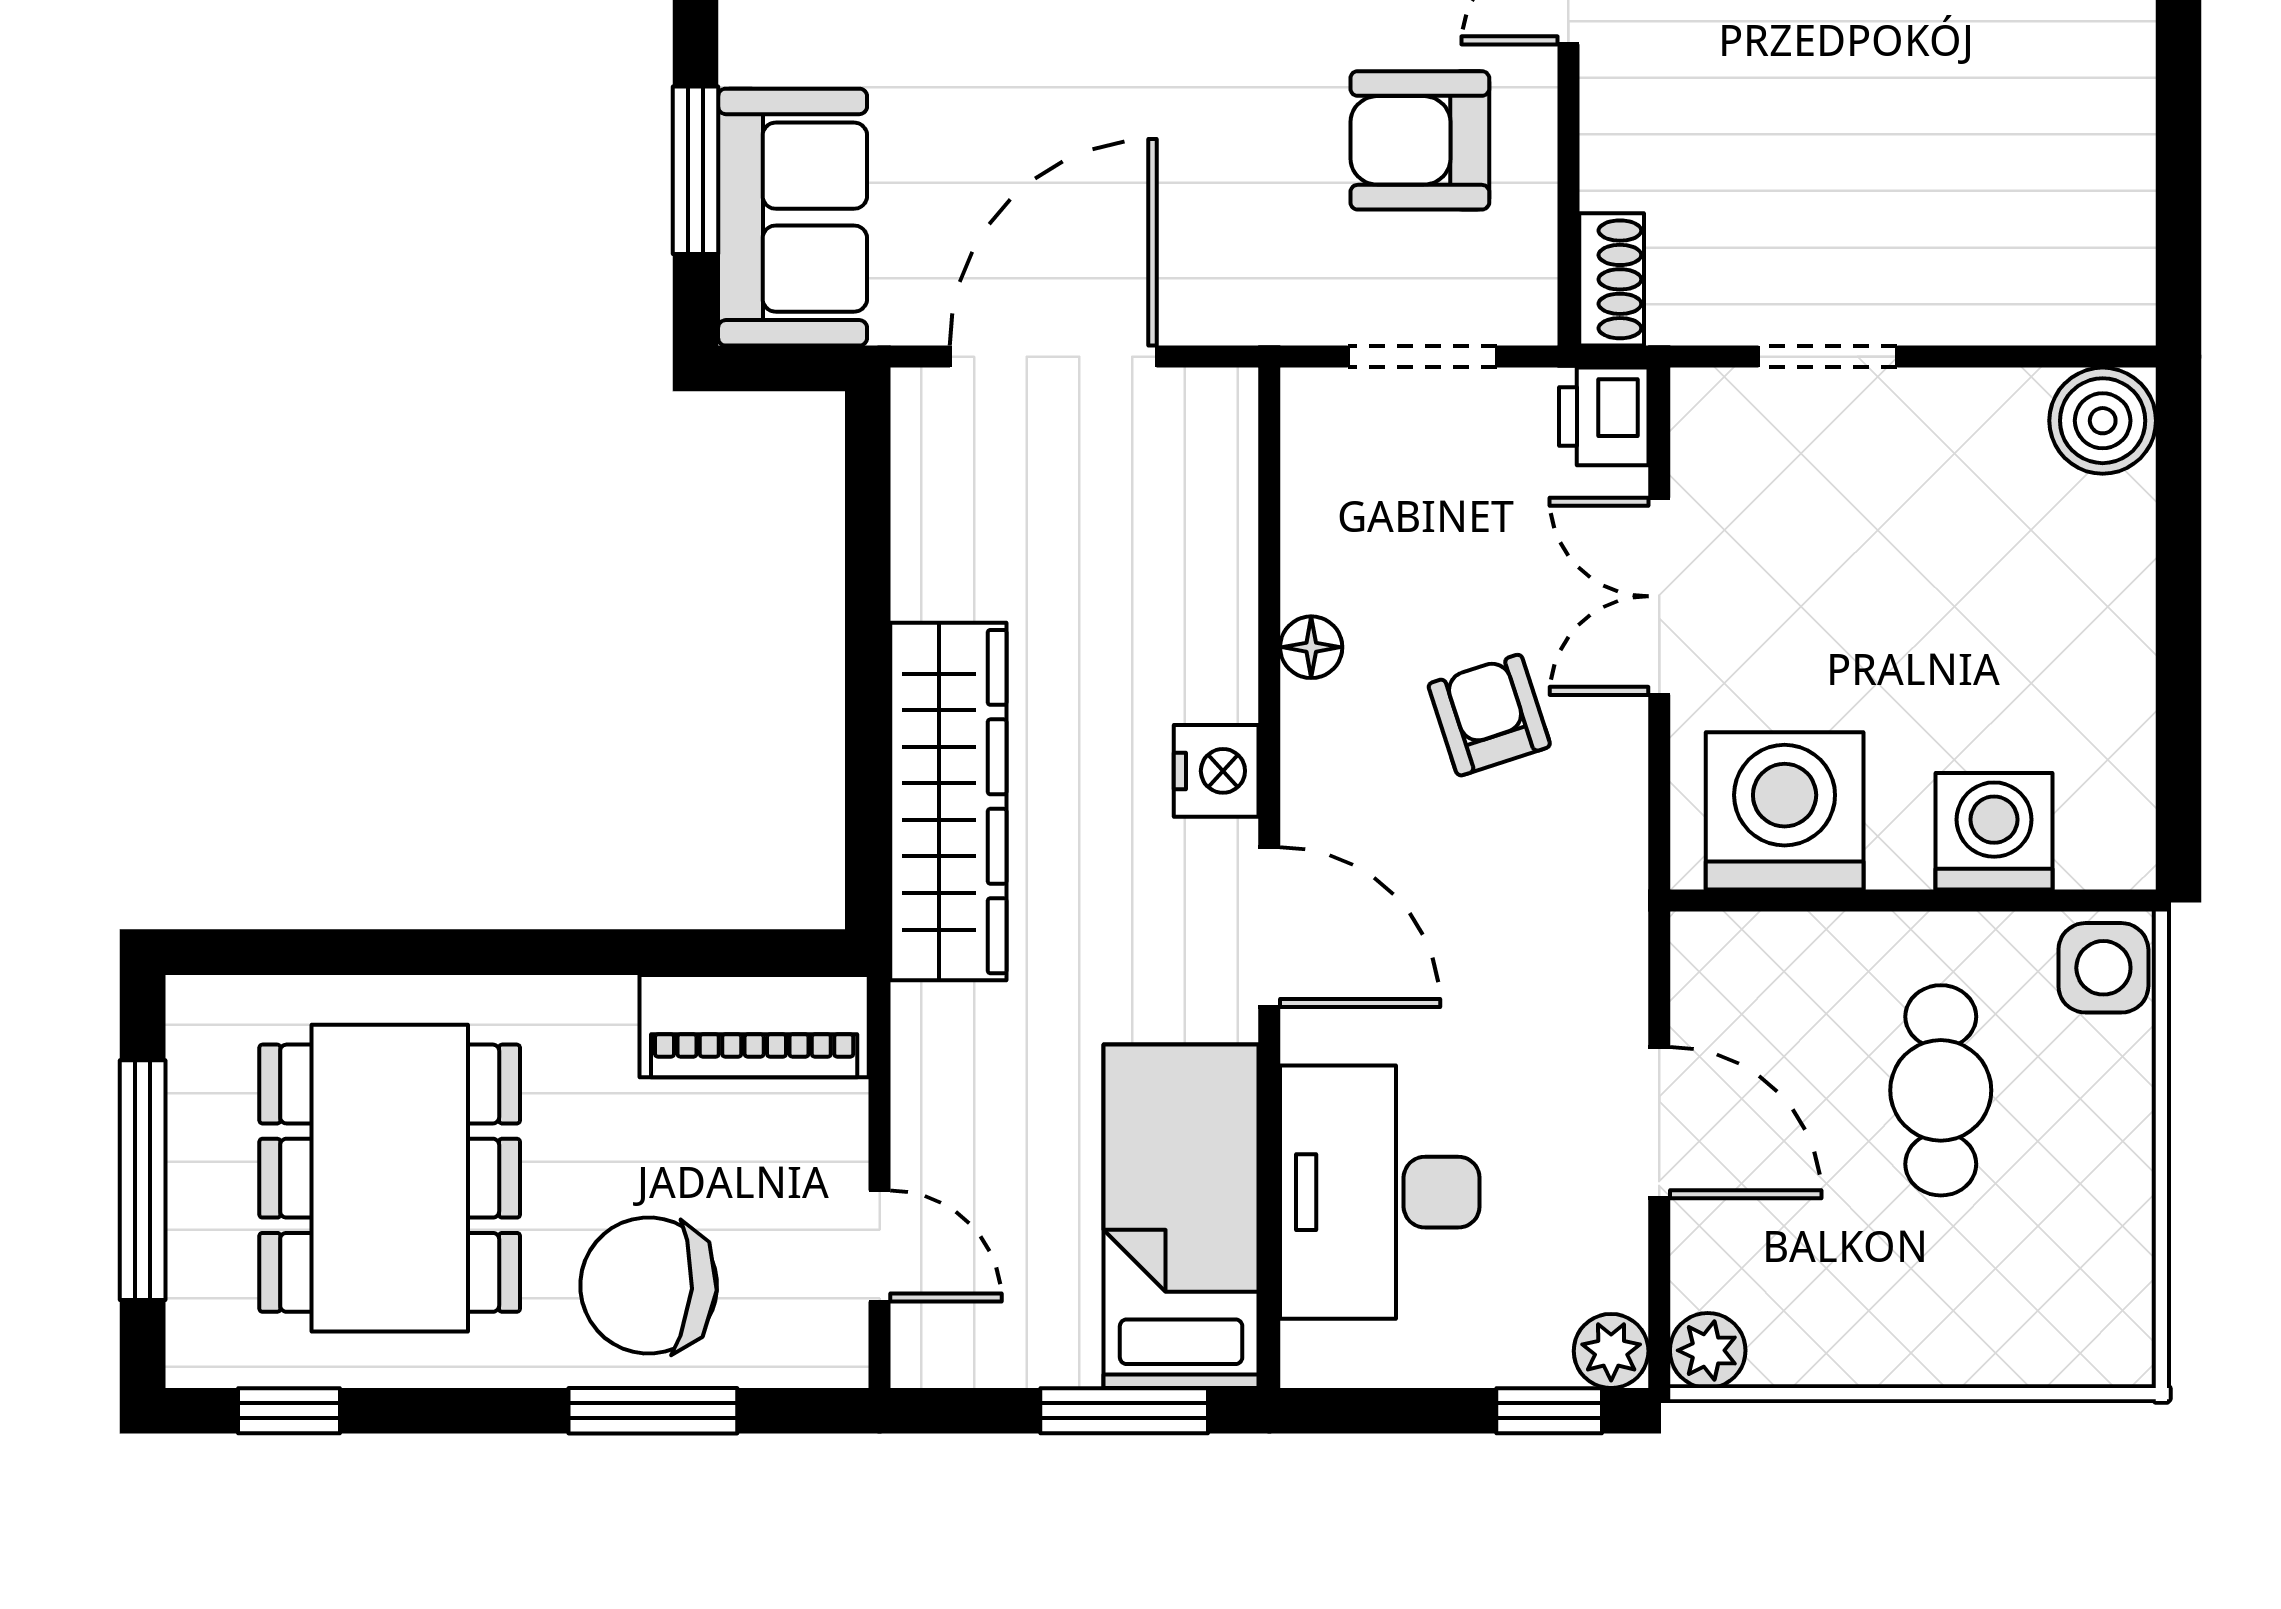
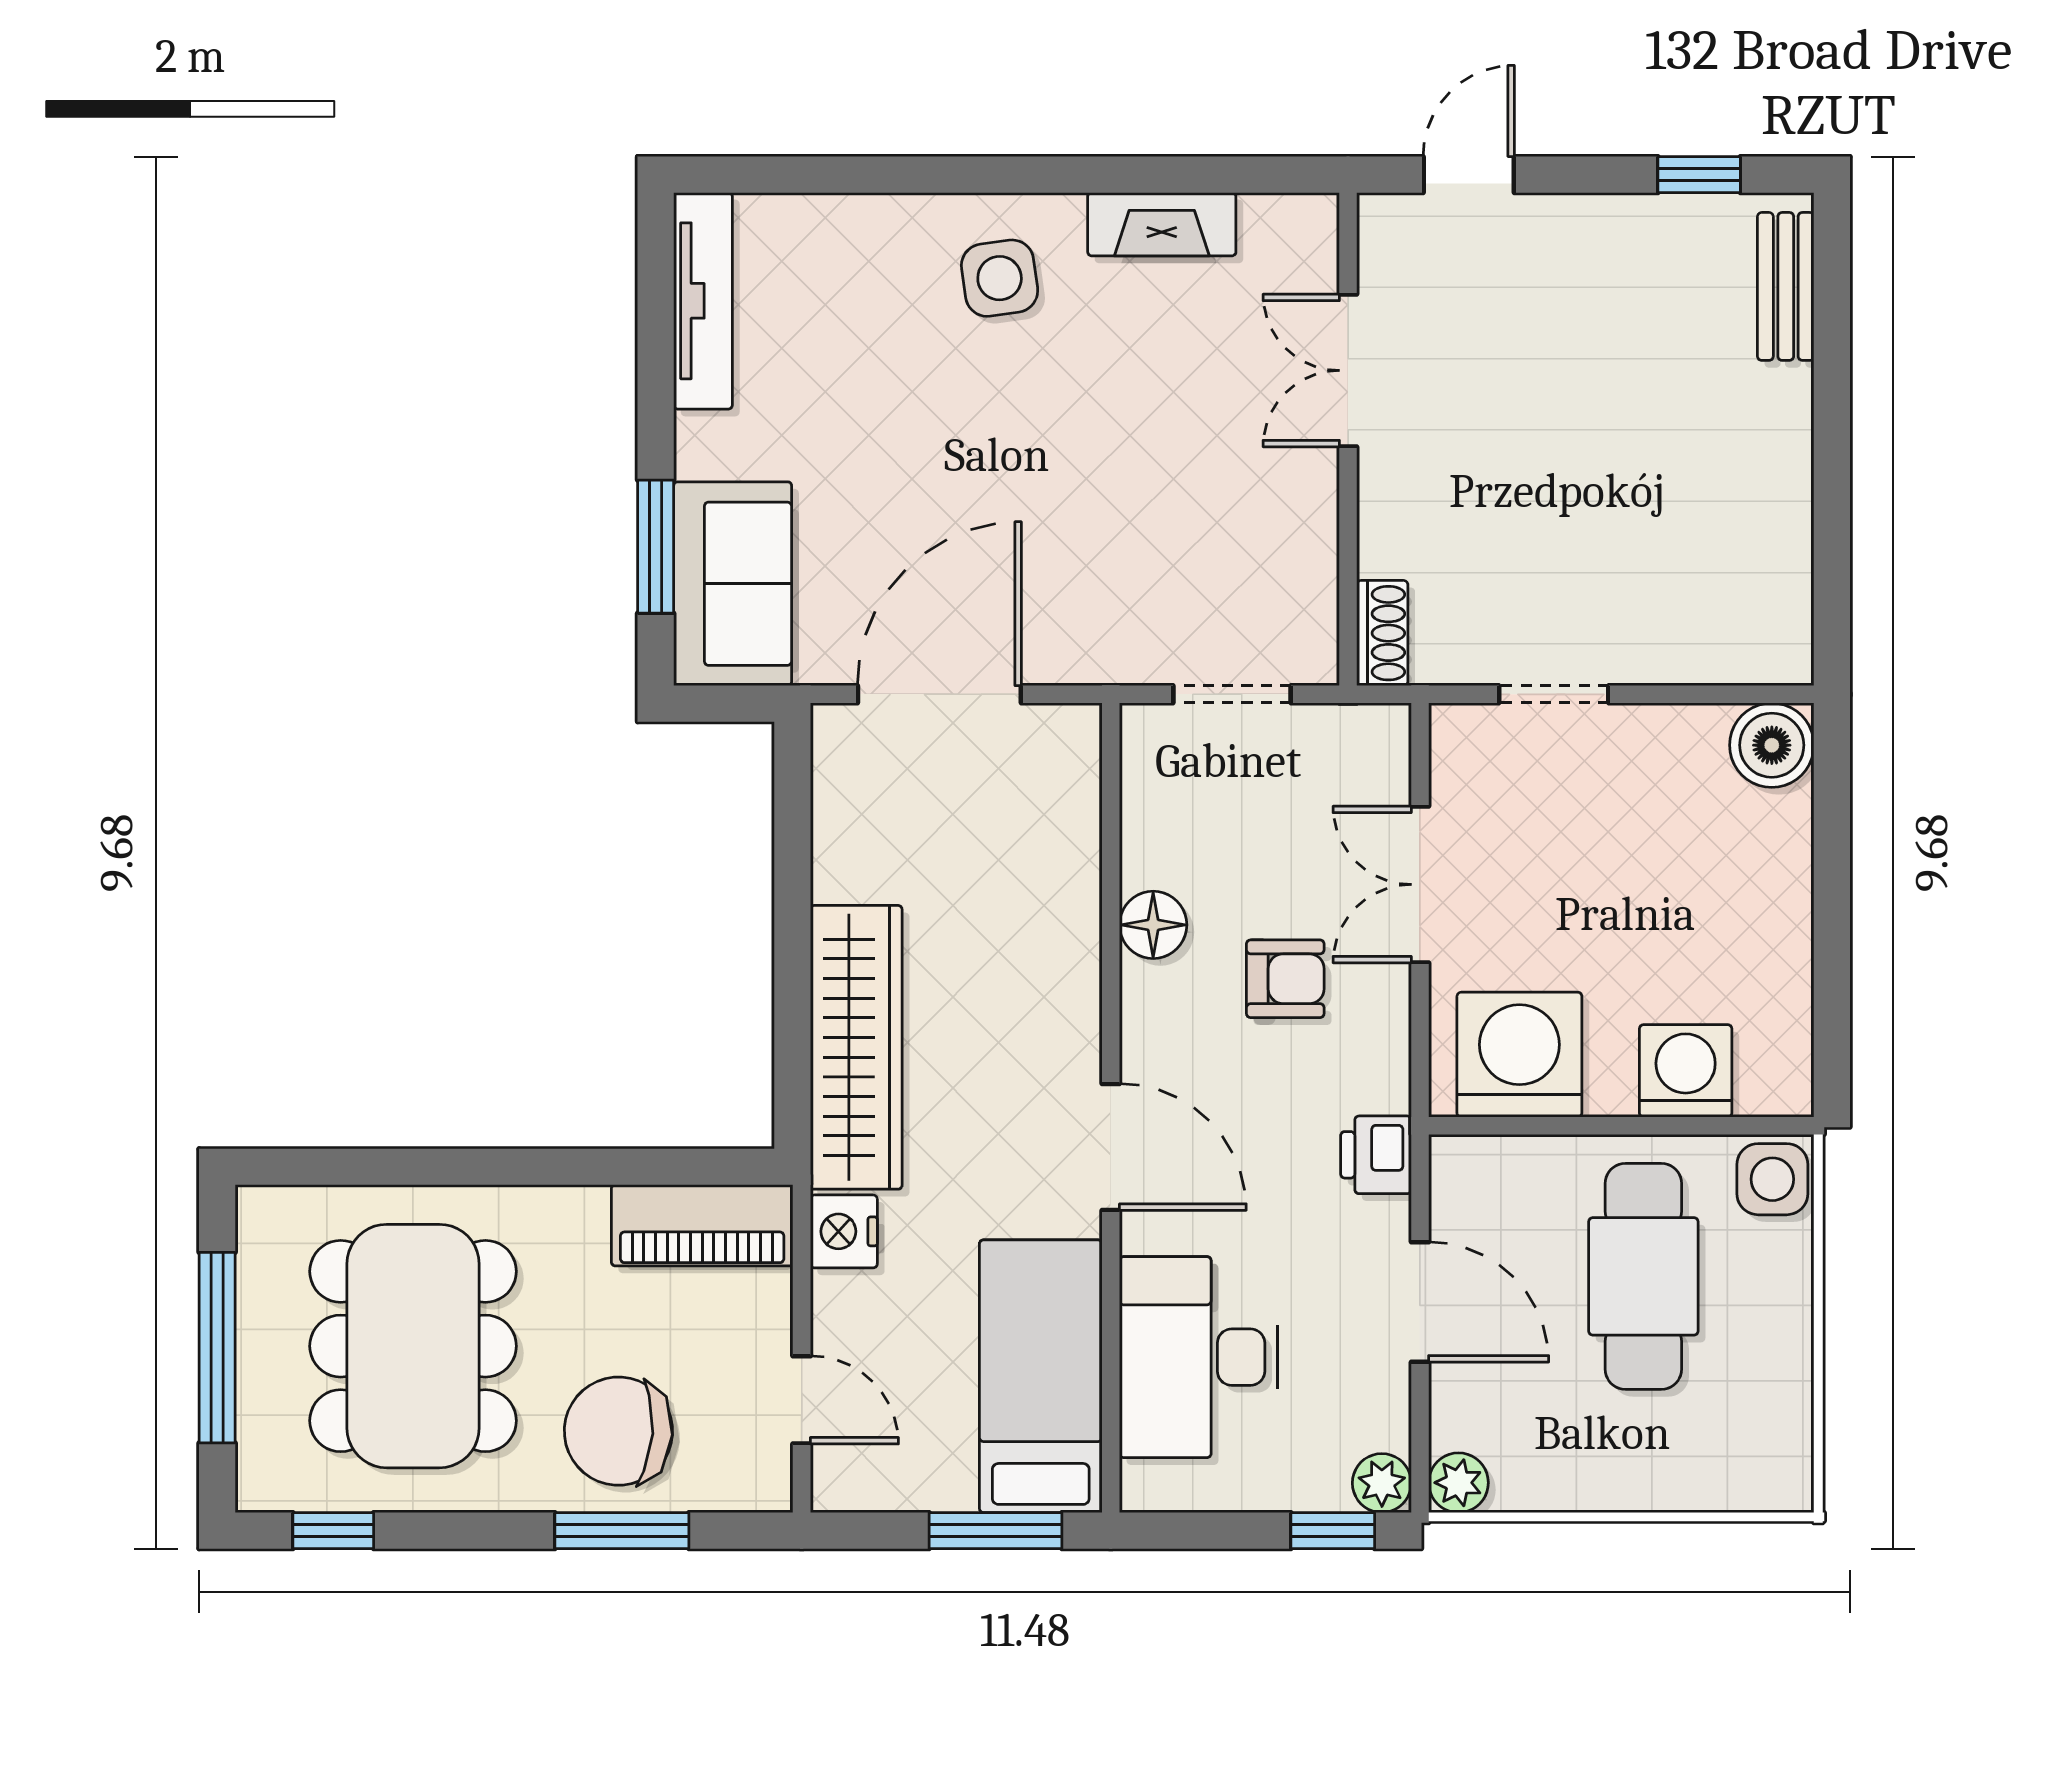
armchair: (1420, 140) -> (1230, 523), removed
printer: (1604, 416) -> (1376, 1155), moved
floor lamp: (1311, 647) -> (1153, 925), width x1.37, depth x1.37
armchair: (1489, 715) -> (1285, 979), turned 108
nightstand: (1216, 771) -> (844, 1231), moved, turned 180
cafe table: (1941, 1090) -> (1643, 1276), width x1.37, depth x1.35

